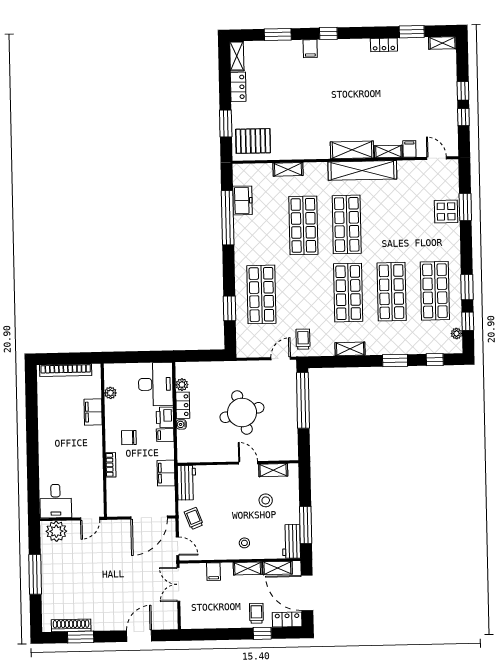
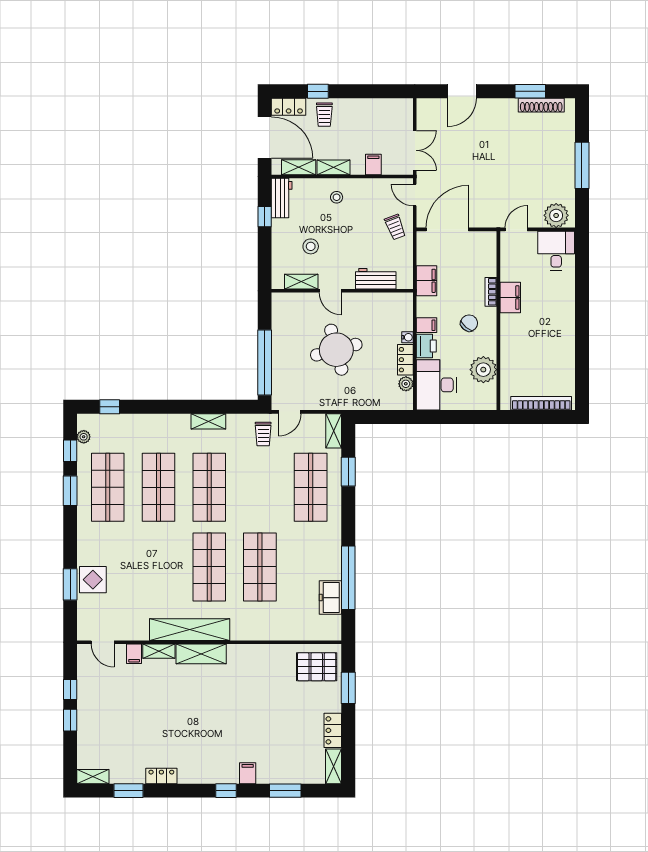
shelving: (288, 169) -> (334, 431), moved, turned 90
window: (395, 360) -> (156, 407), removed
plant: (110, 393) -> (483, 370), width x1.88, depth x1.88
filing cabinet: (93, 412) -> (510, 298), moved
chair: (129, 438) -> (469, 323), turned -50
workbench: (187, 483) -> (376, 279), moved, turned 90
window: (306, 525) -> (265, 217), width x0.46

